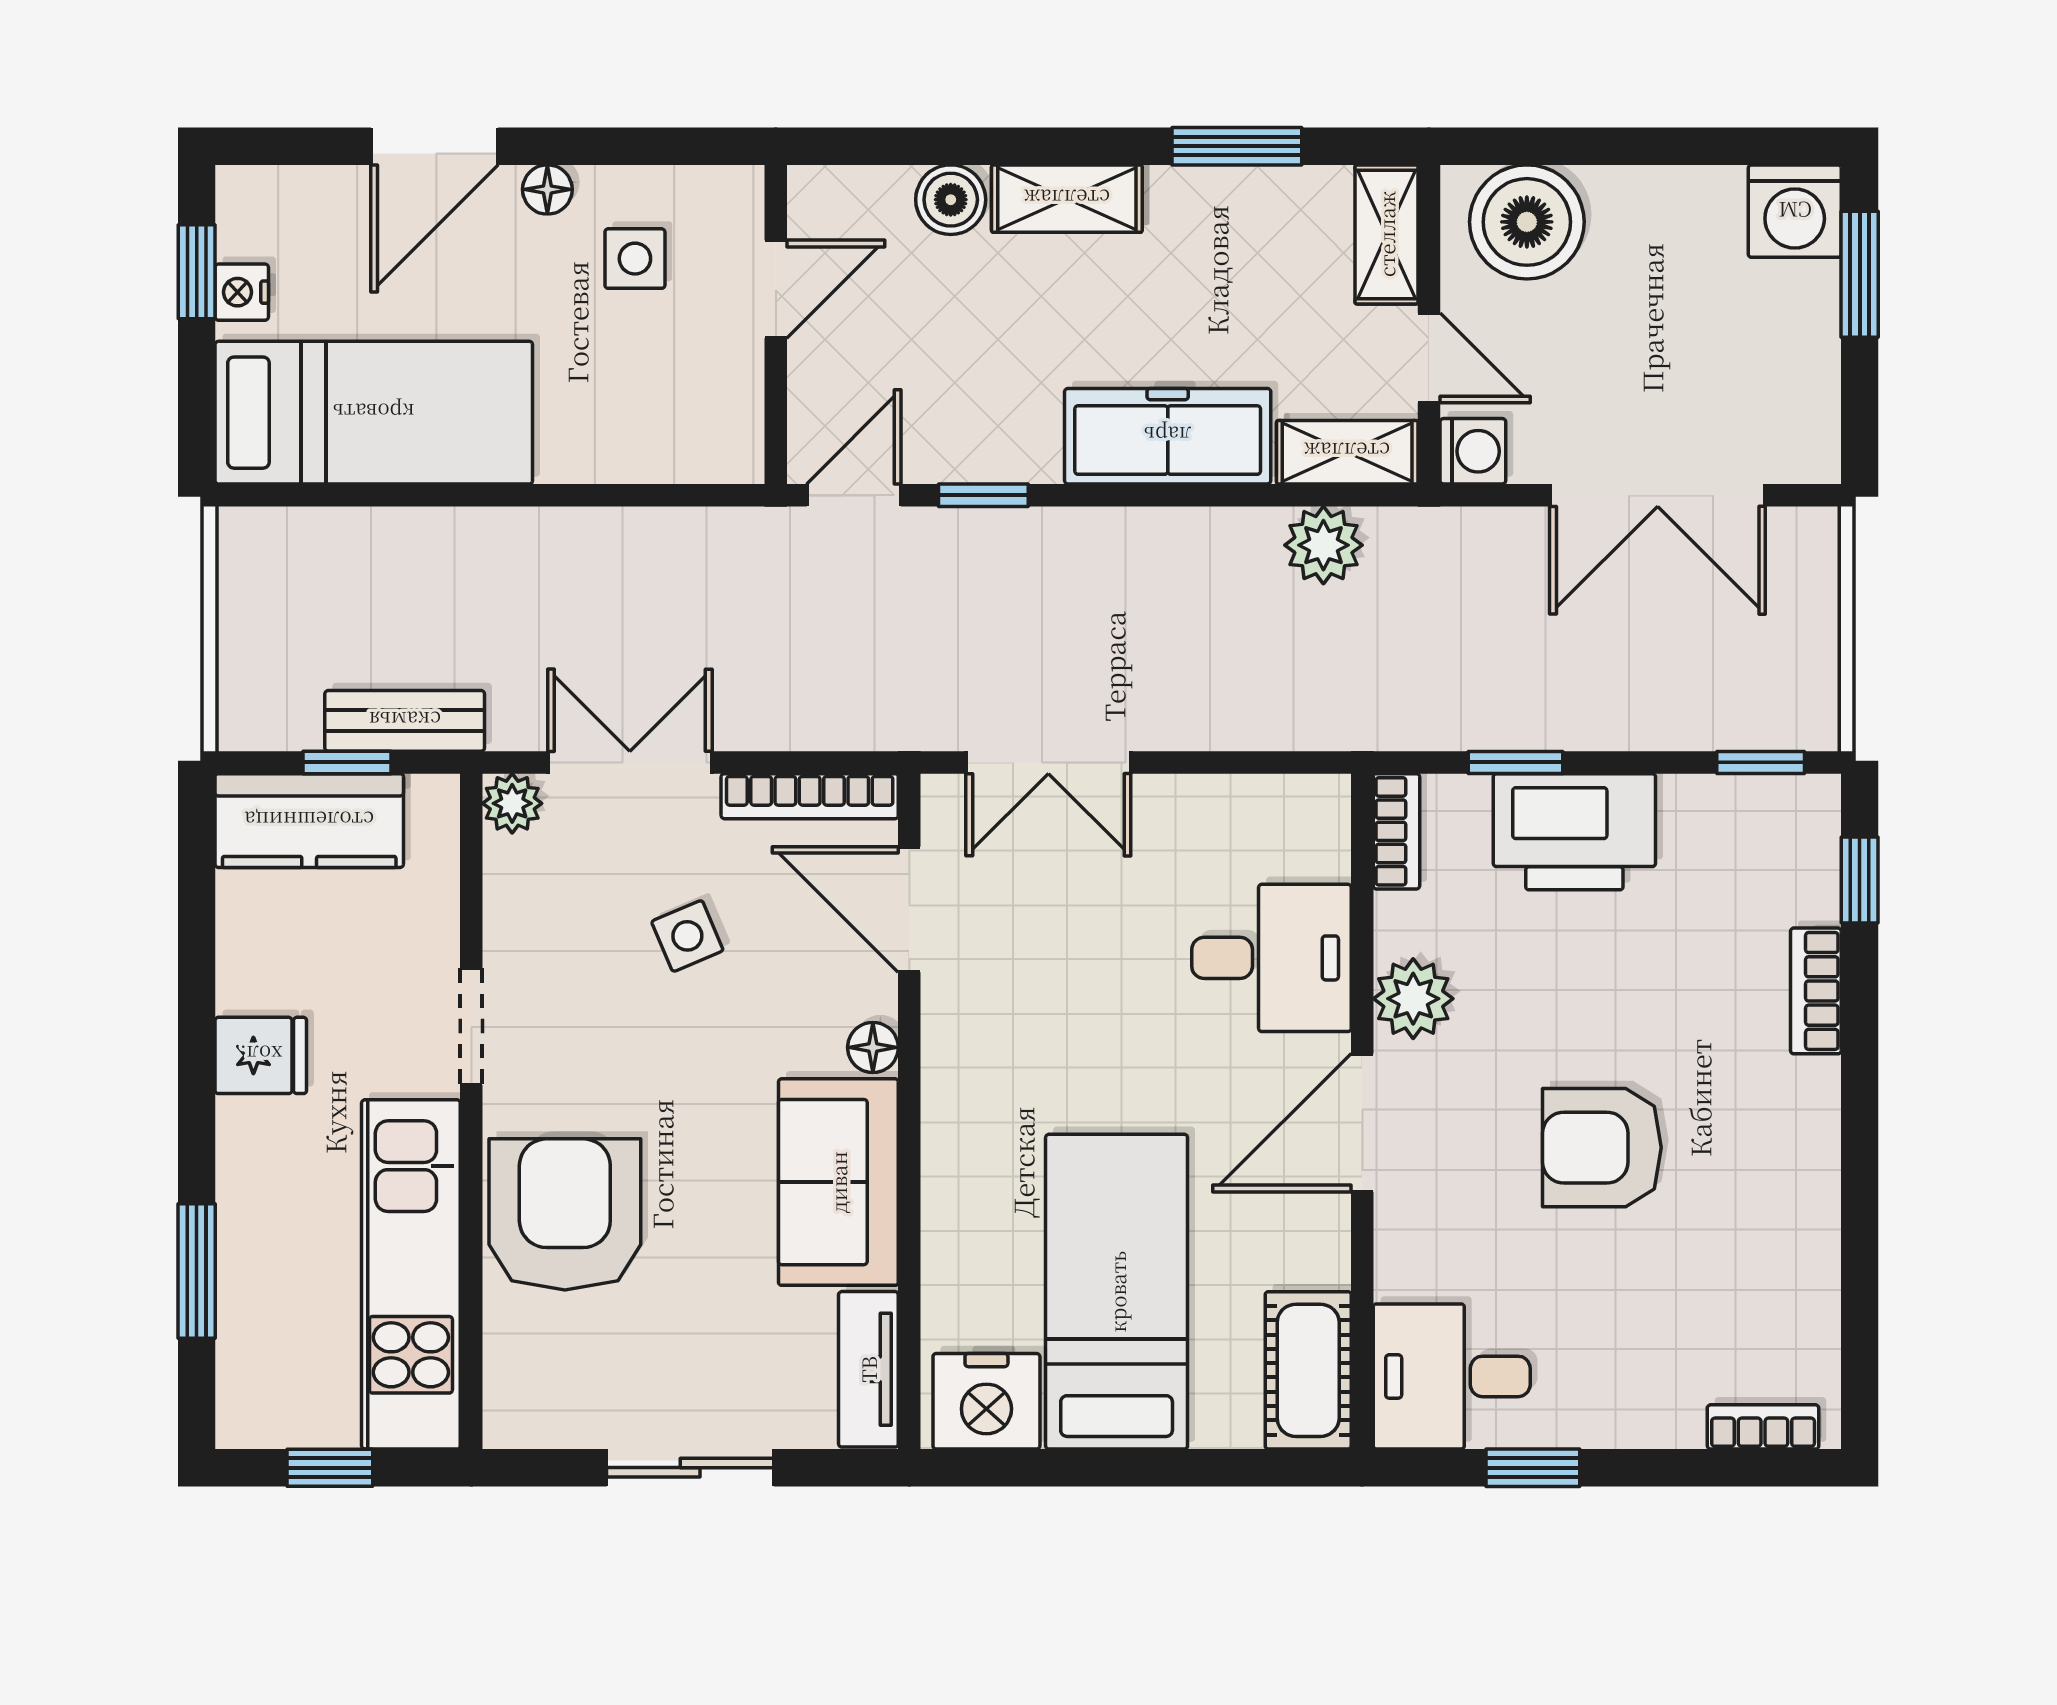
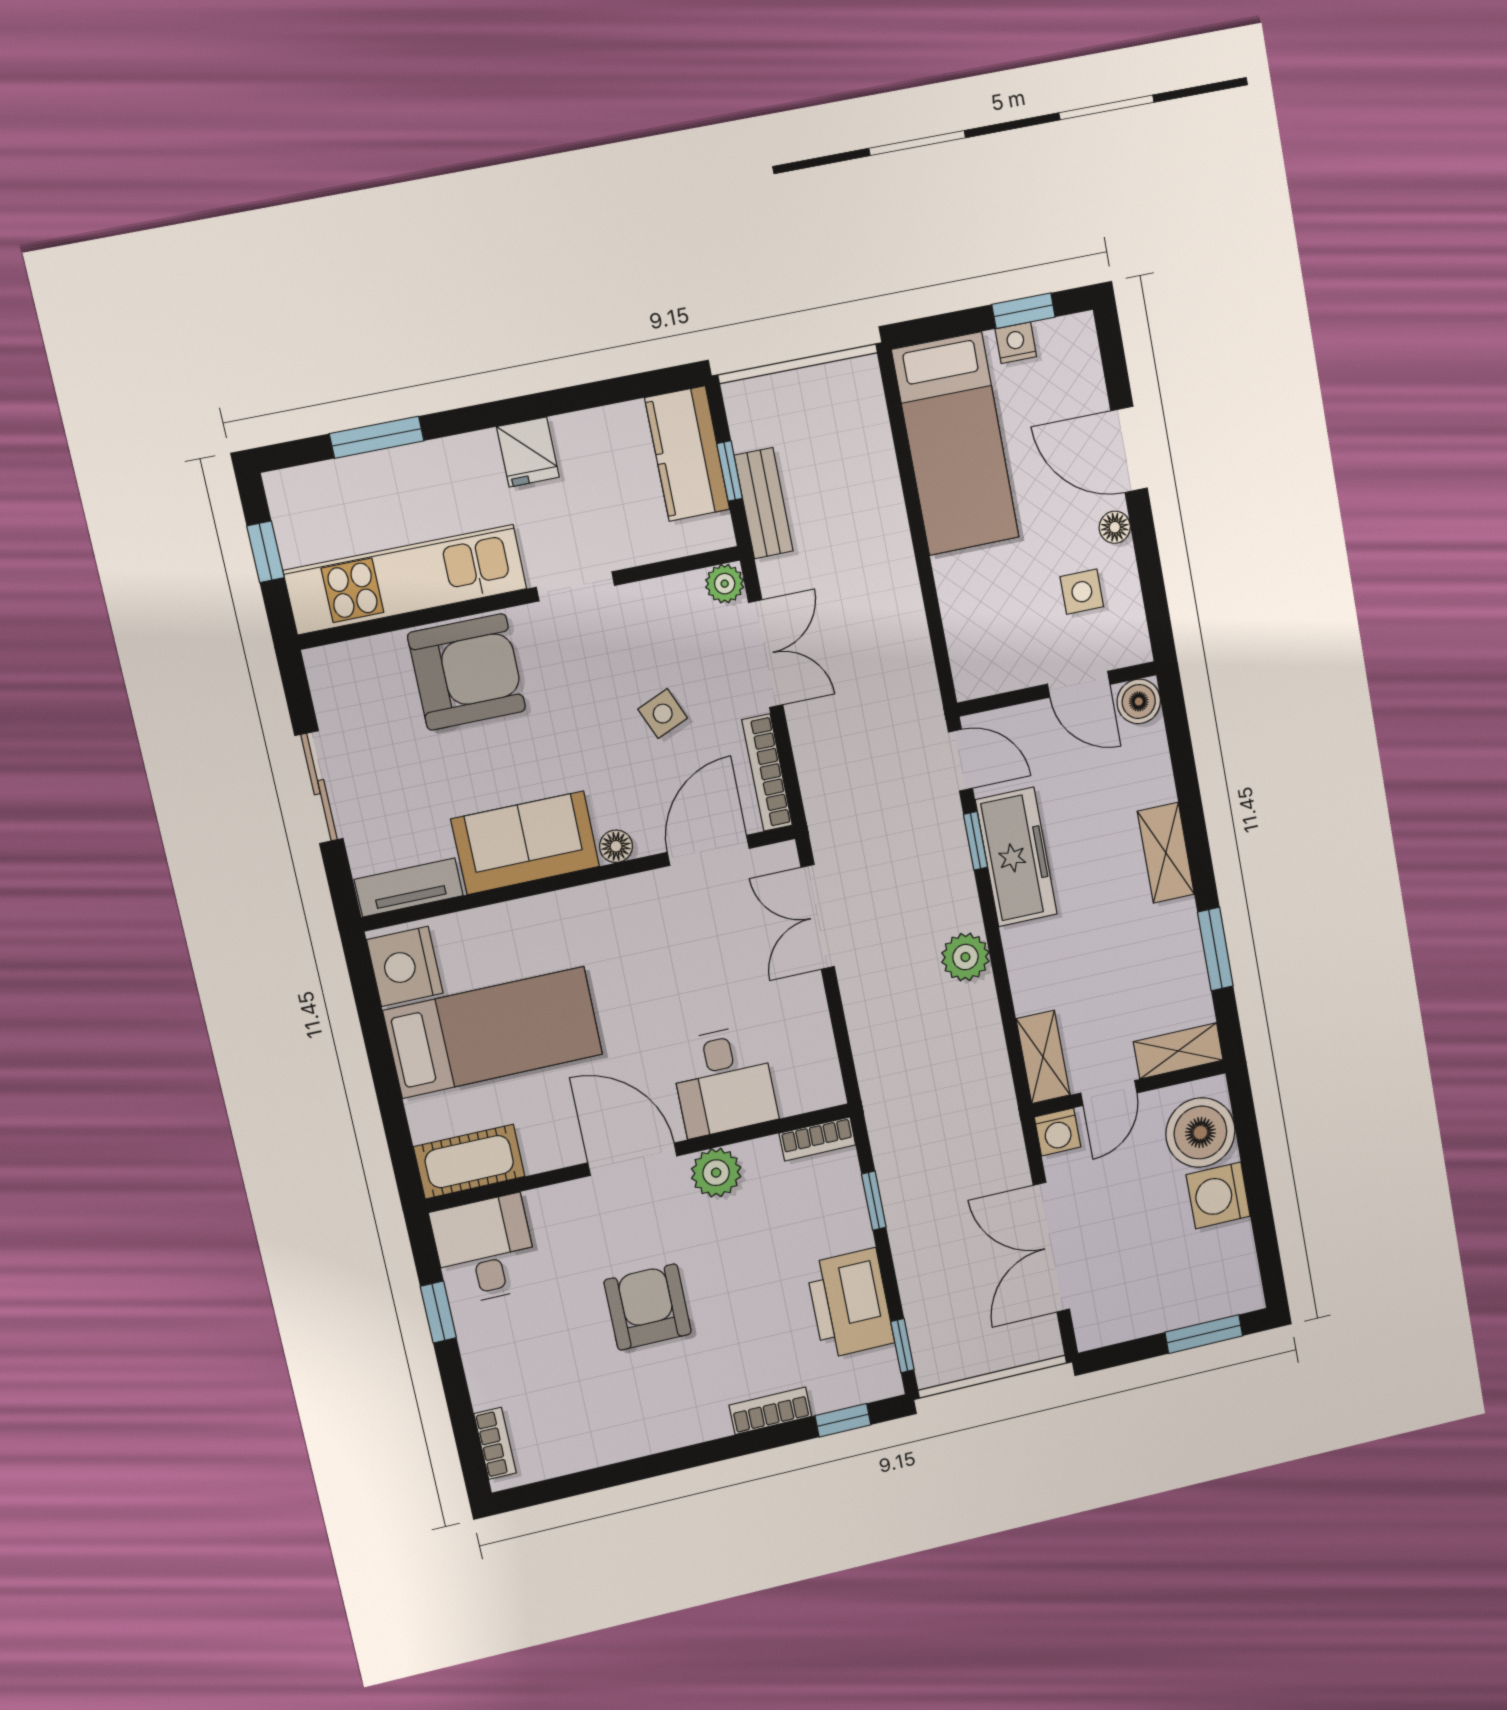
boiler: (951, 200) -> (1139, 701), moved
washing machine: (1795, 211) -> (1218, 1195), moved
freezer: (1168, 436) -> (1016, 857), moved
plant: (1323, 545) -> (965, 957), moved
printer: (1574, 832) -> (850, 1303), moved

